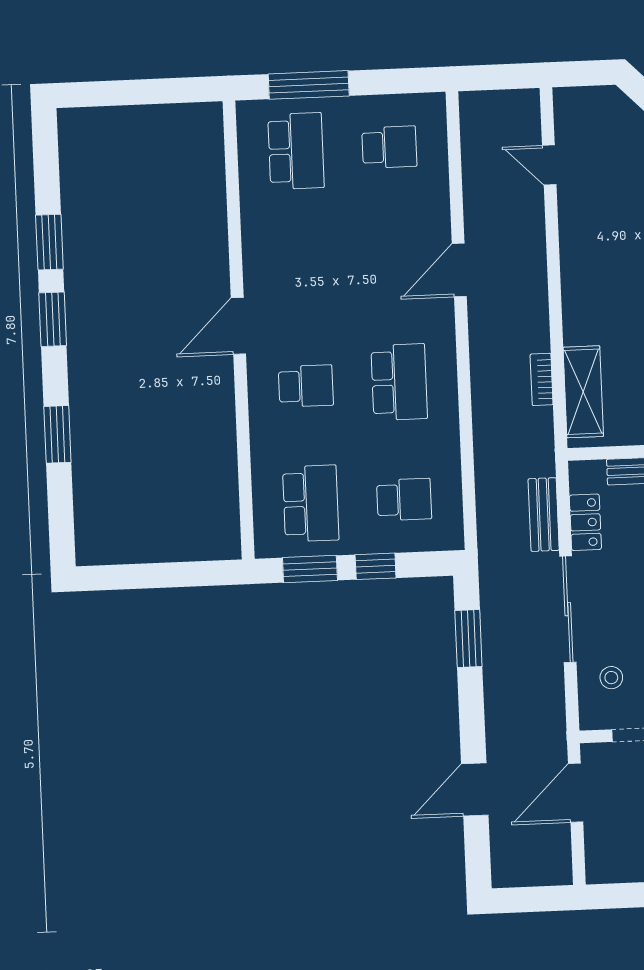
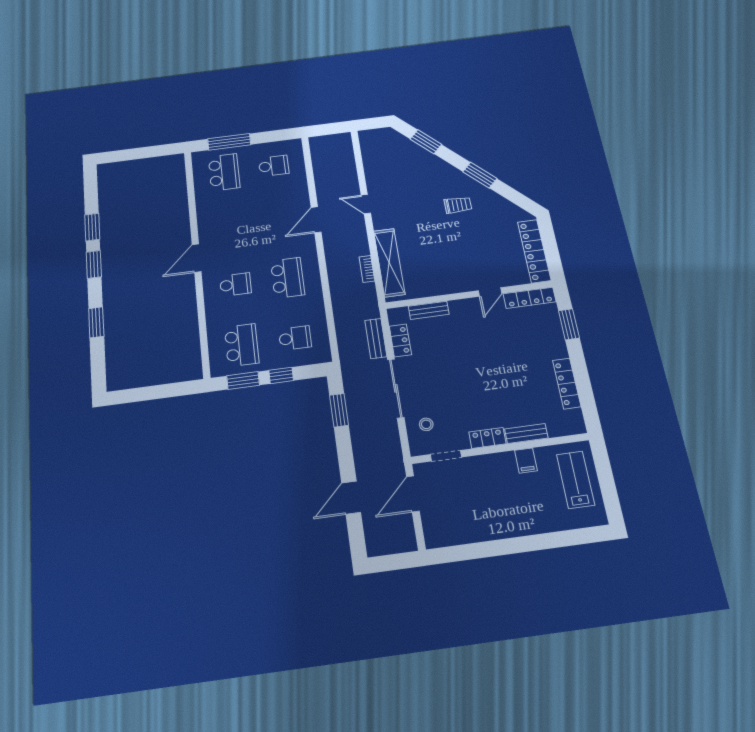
door: (549, 165) -> (366, 204), moved
shelving: (583, 392) -> (389, 262), width x1.47

